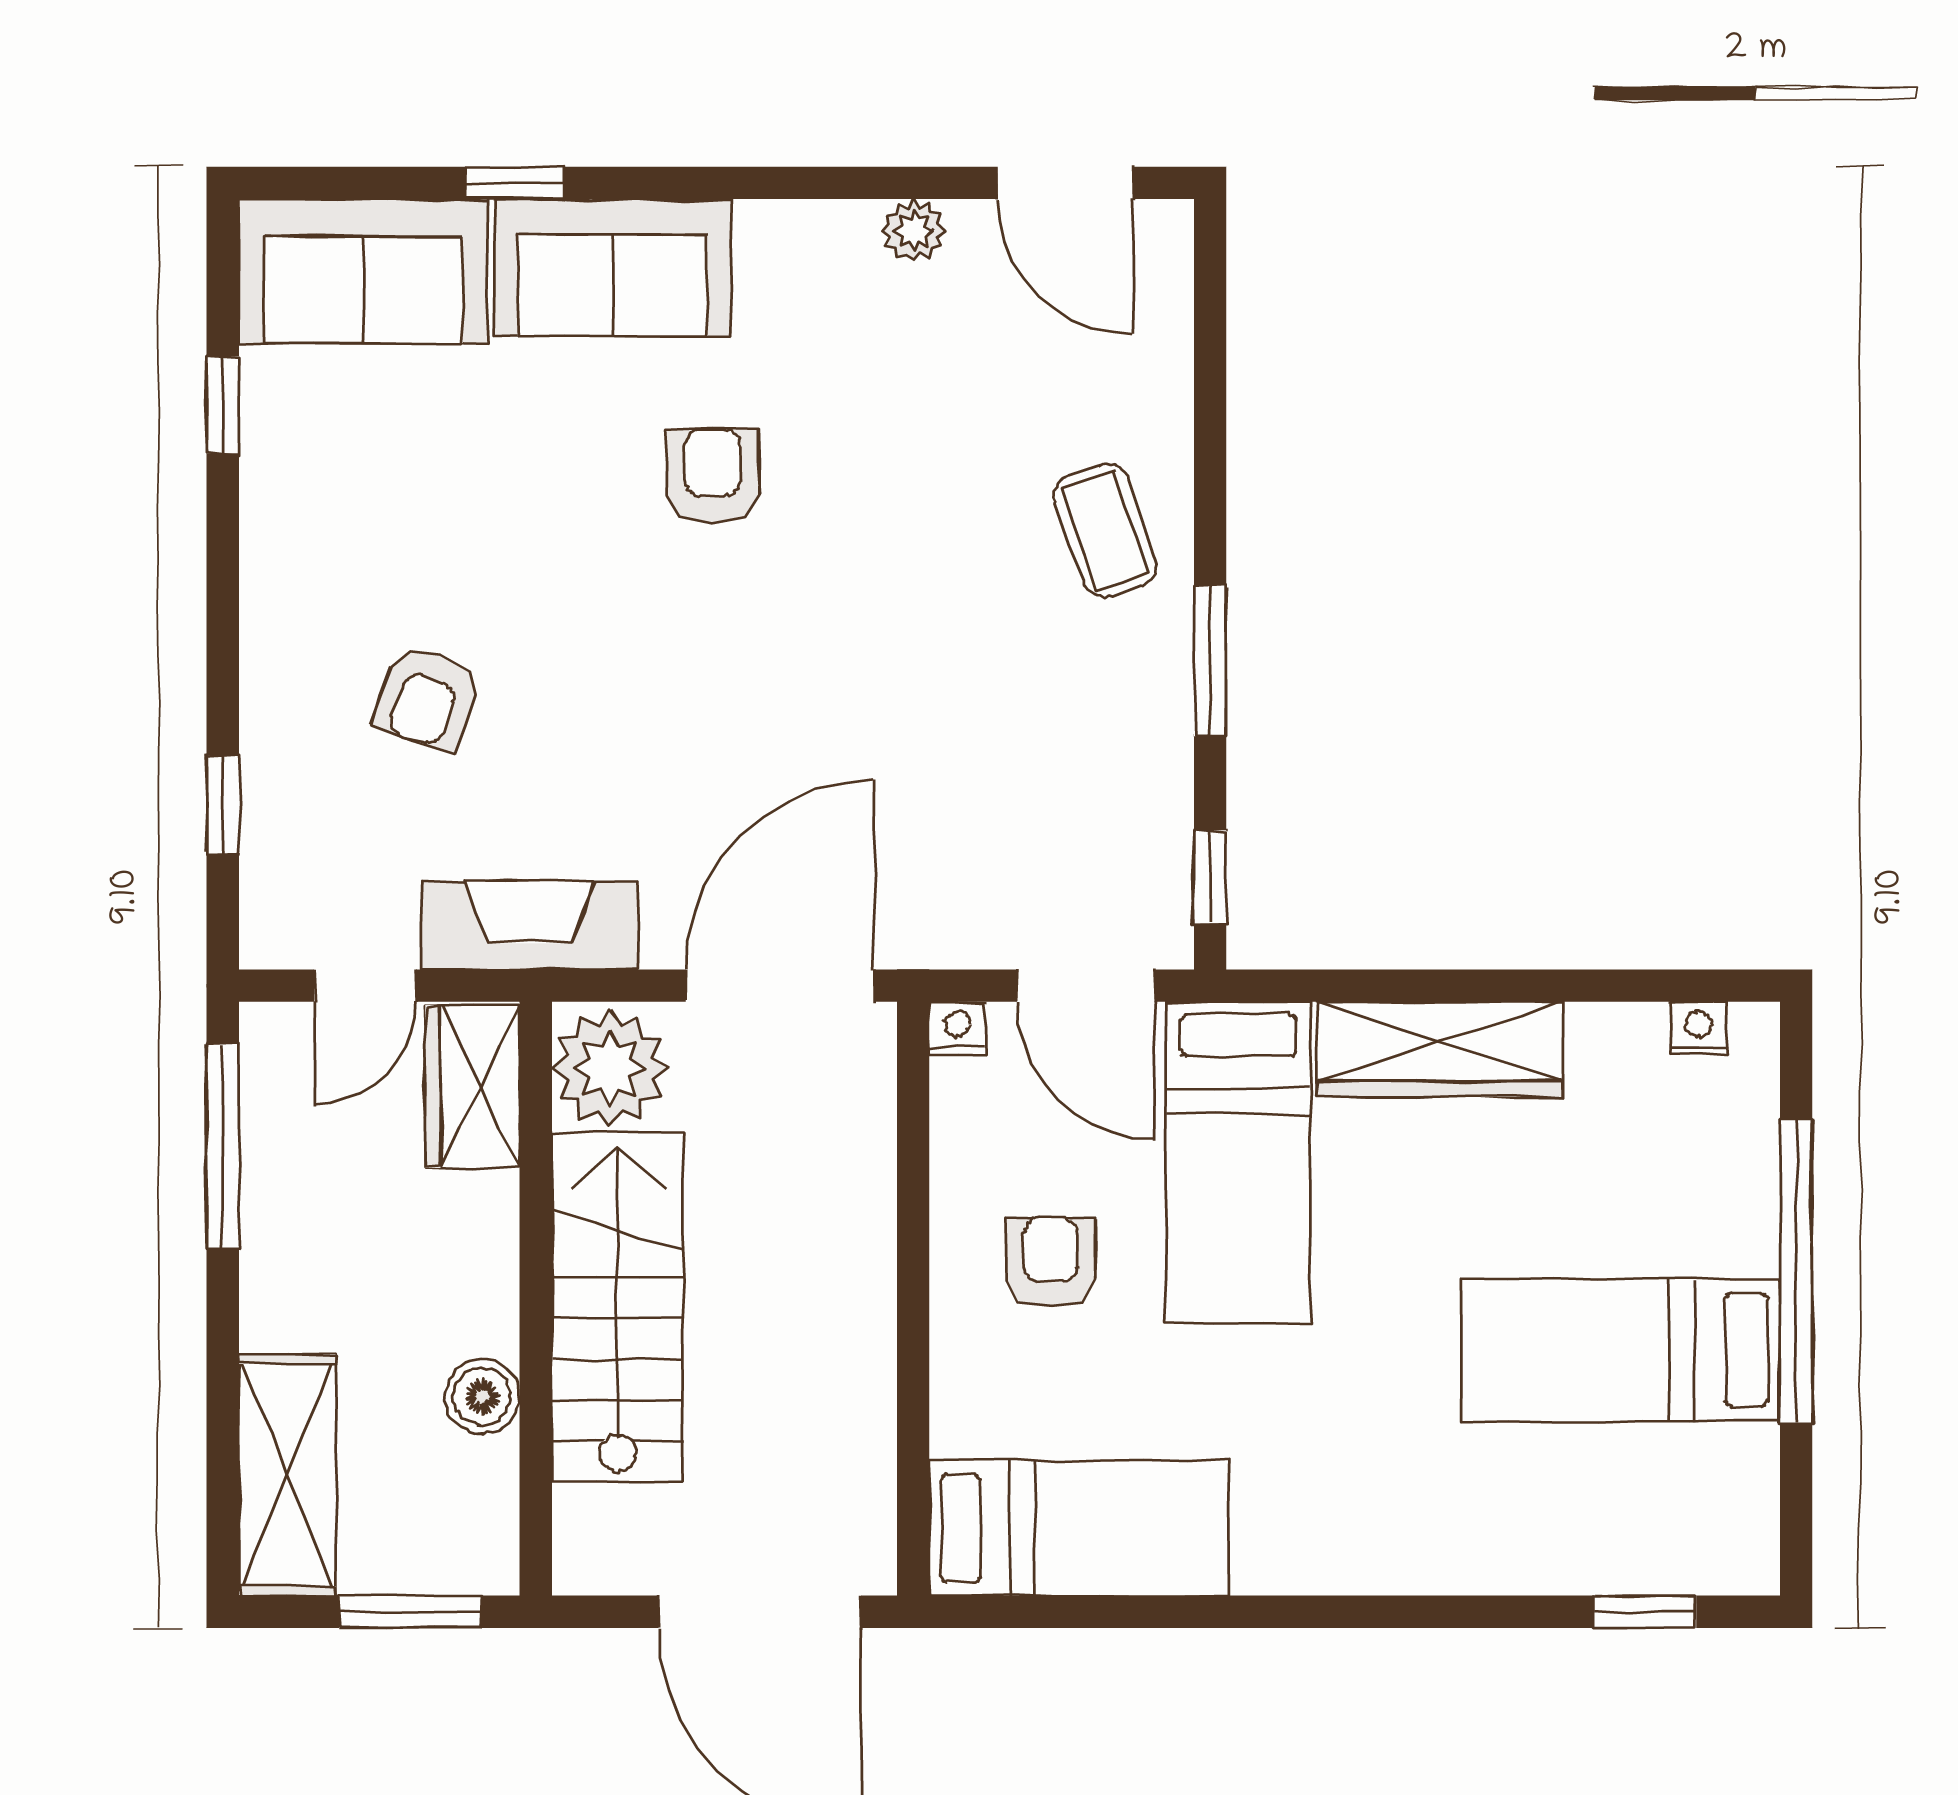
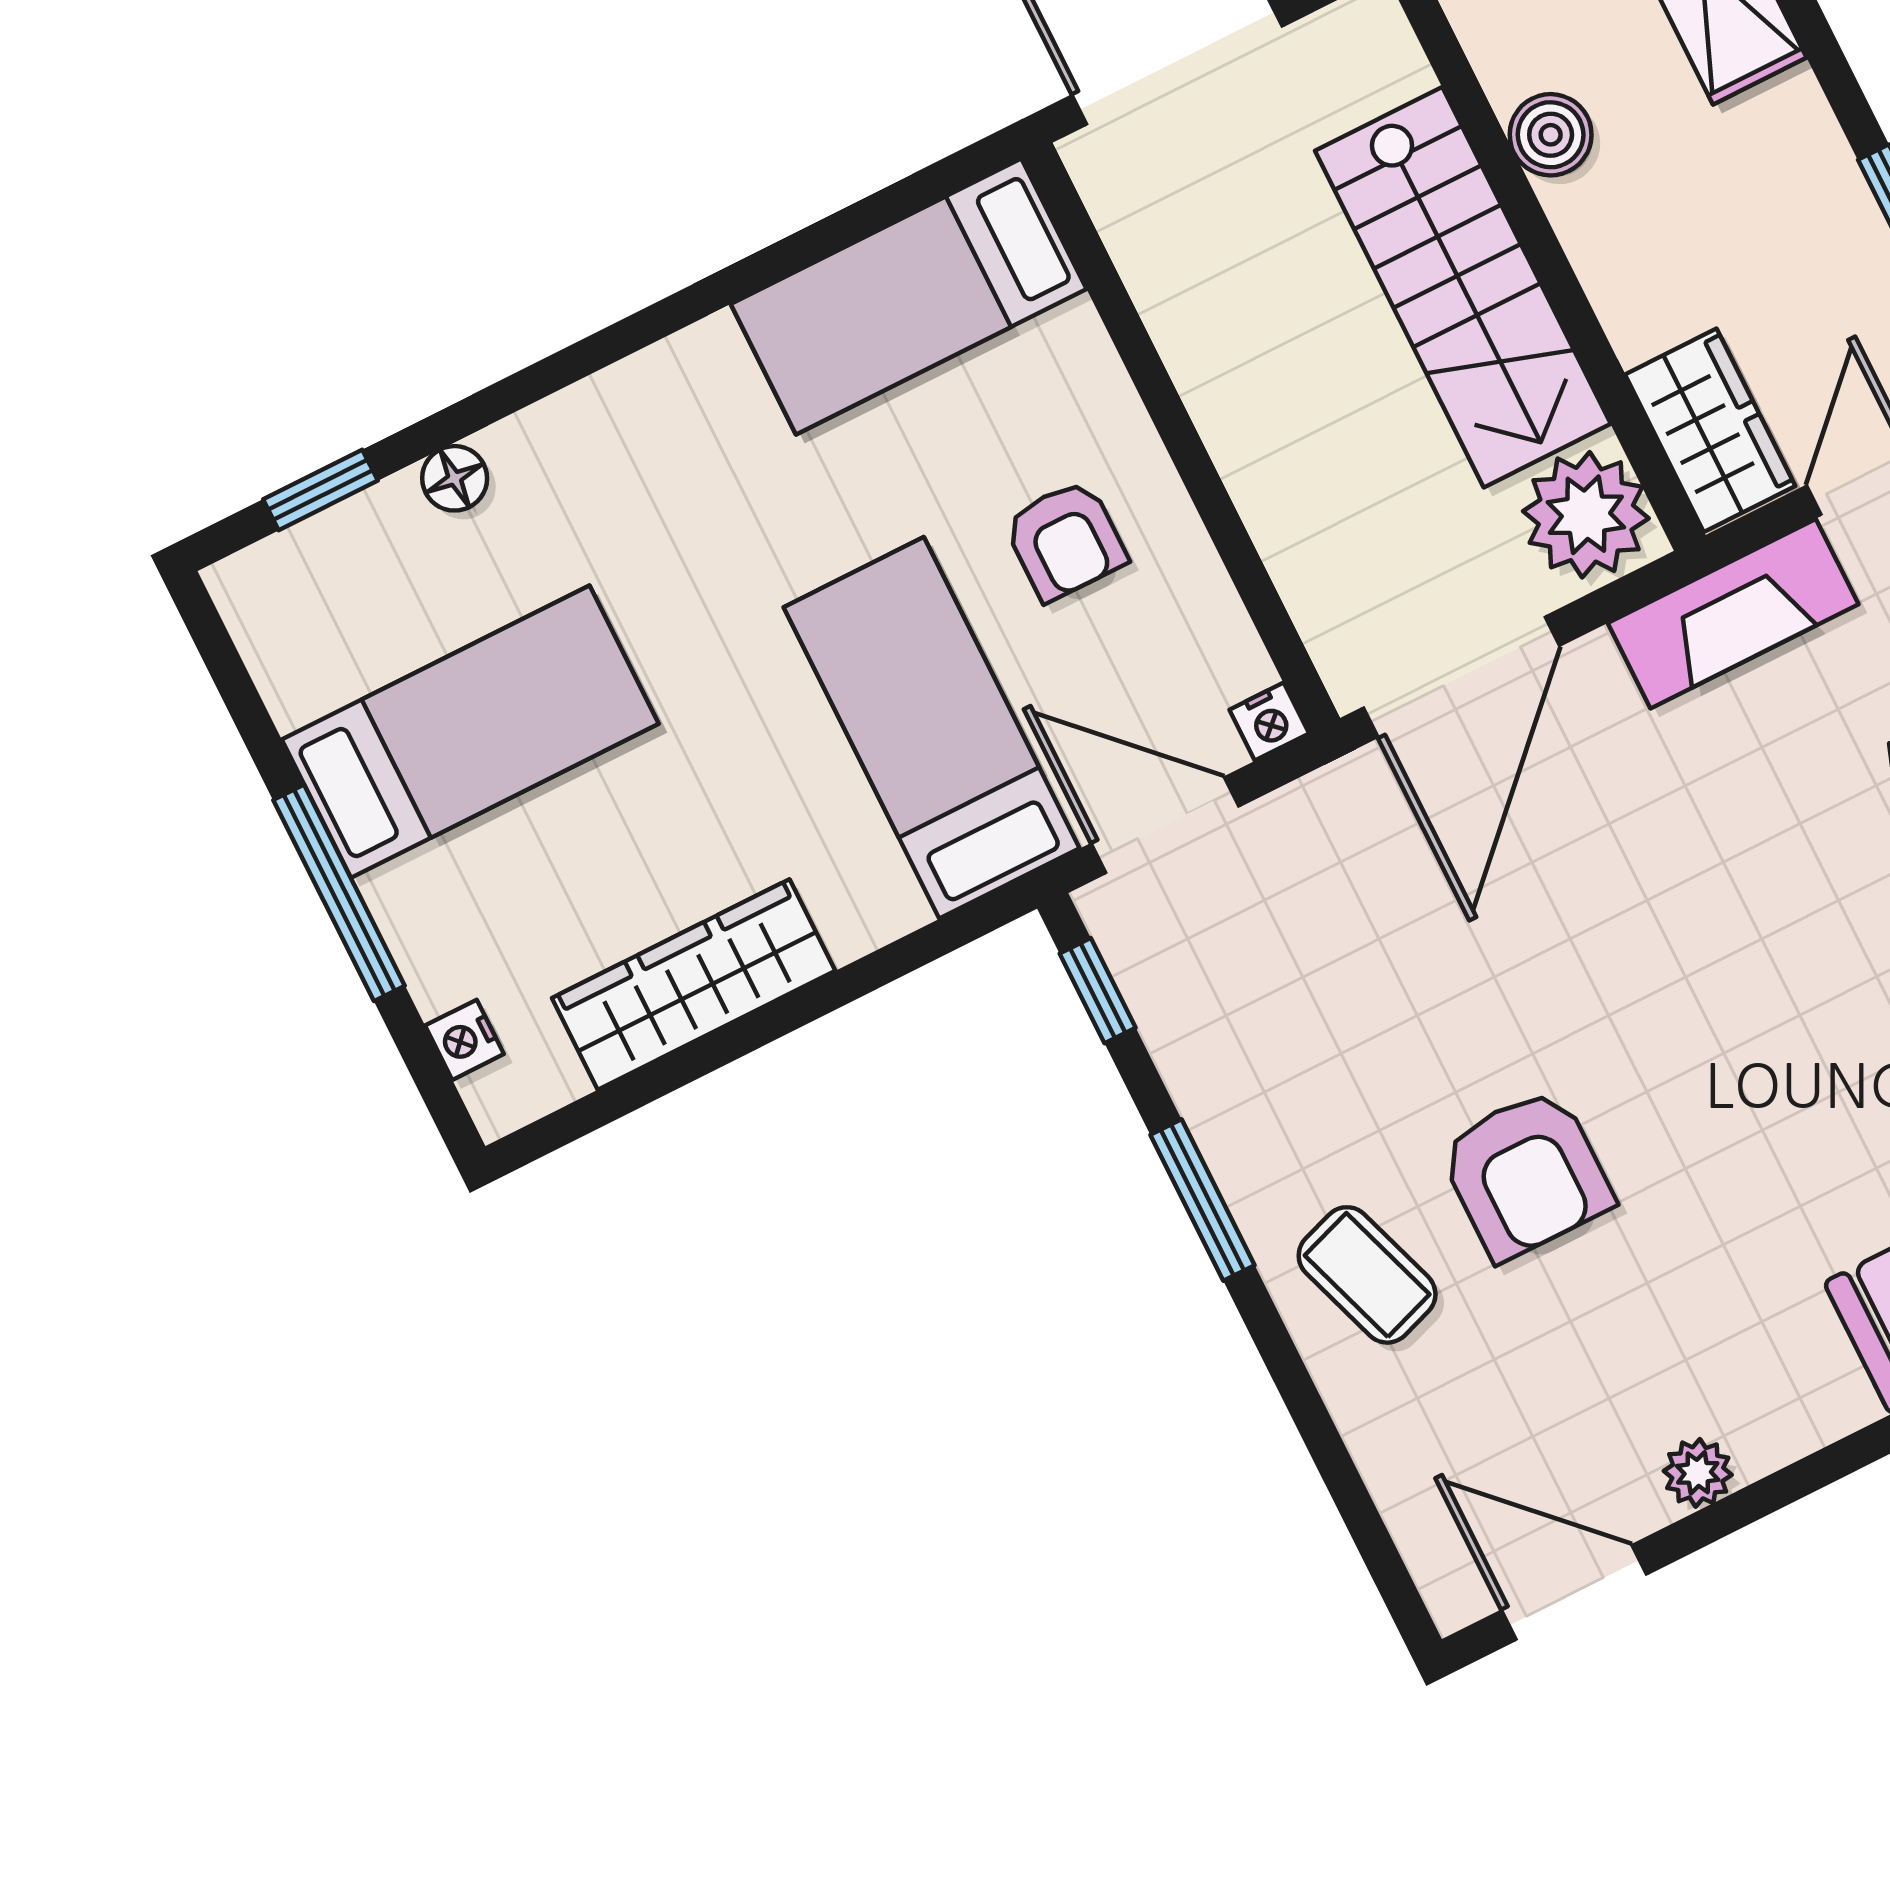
armchair: (713, 476) -> (1526, 1174), moved, width x1.38, depth x1.38
nightstand: (1699, 1028) -> (464, 1040), moved, turned 90
wardrobe: (1440, 1049) -> (694, 984), moved
window: (1796, 1271) -> (339, 893), width x0.68
floor lamp: (1529, 1566) -> (455, 478), added

